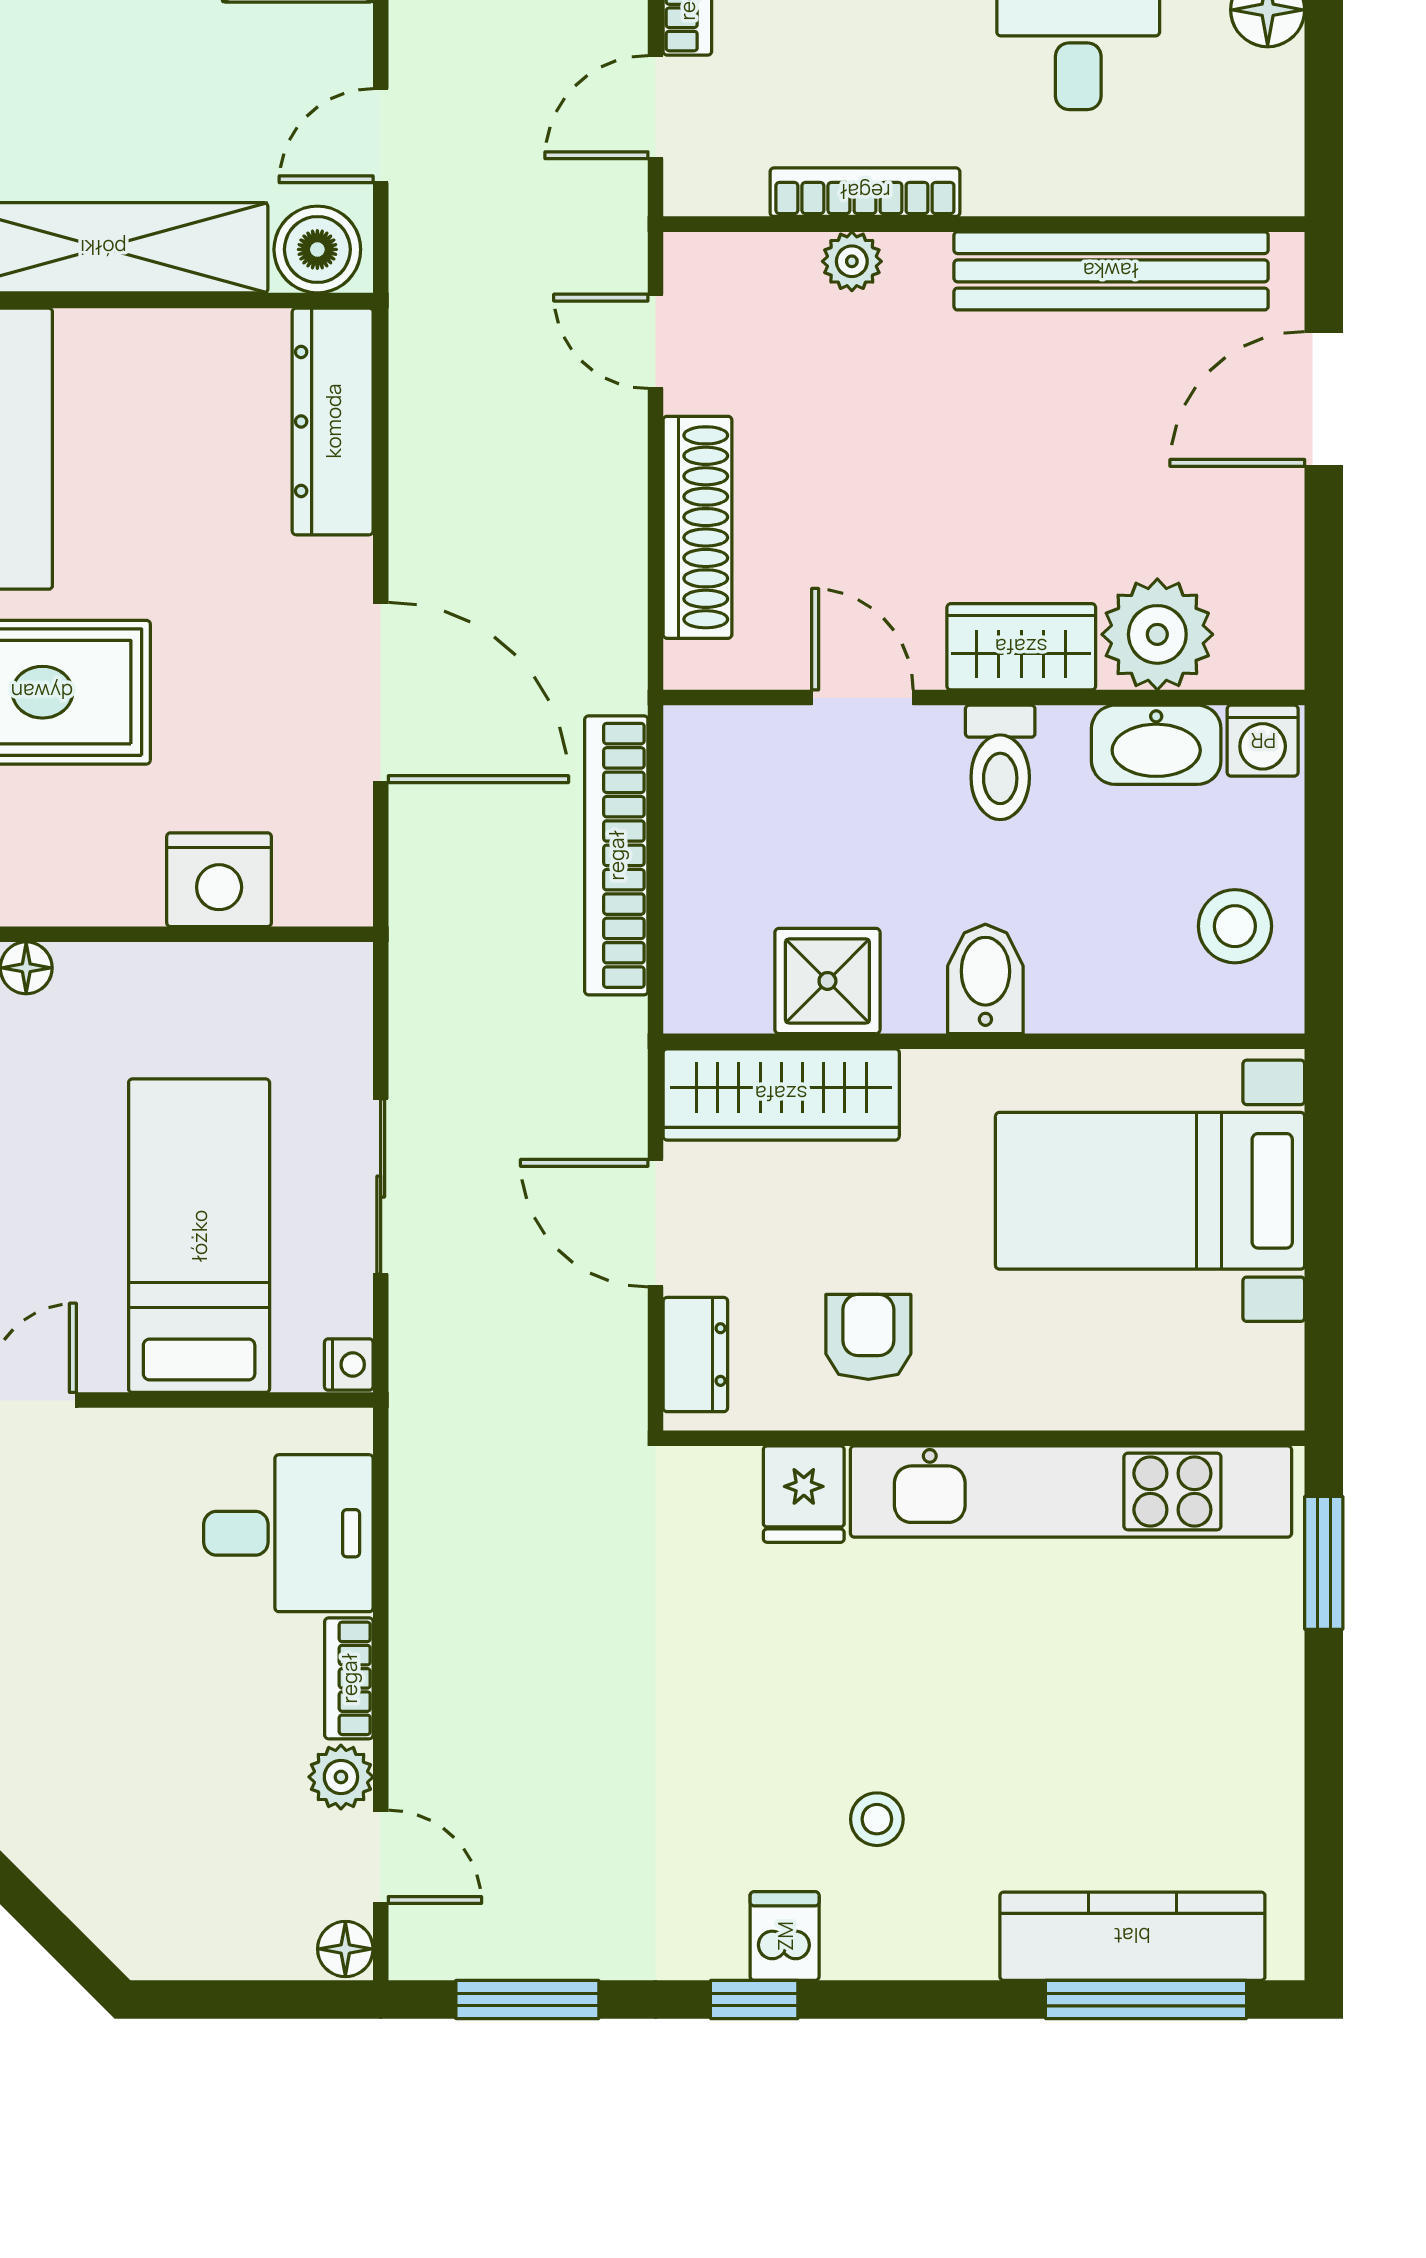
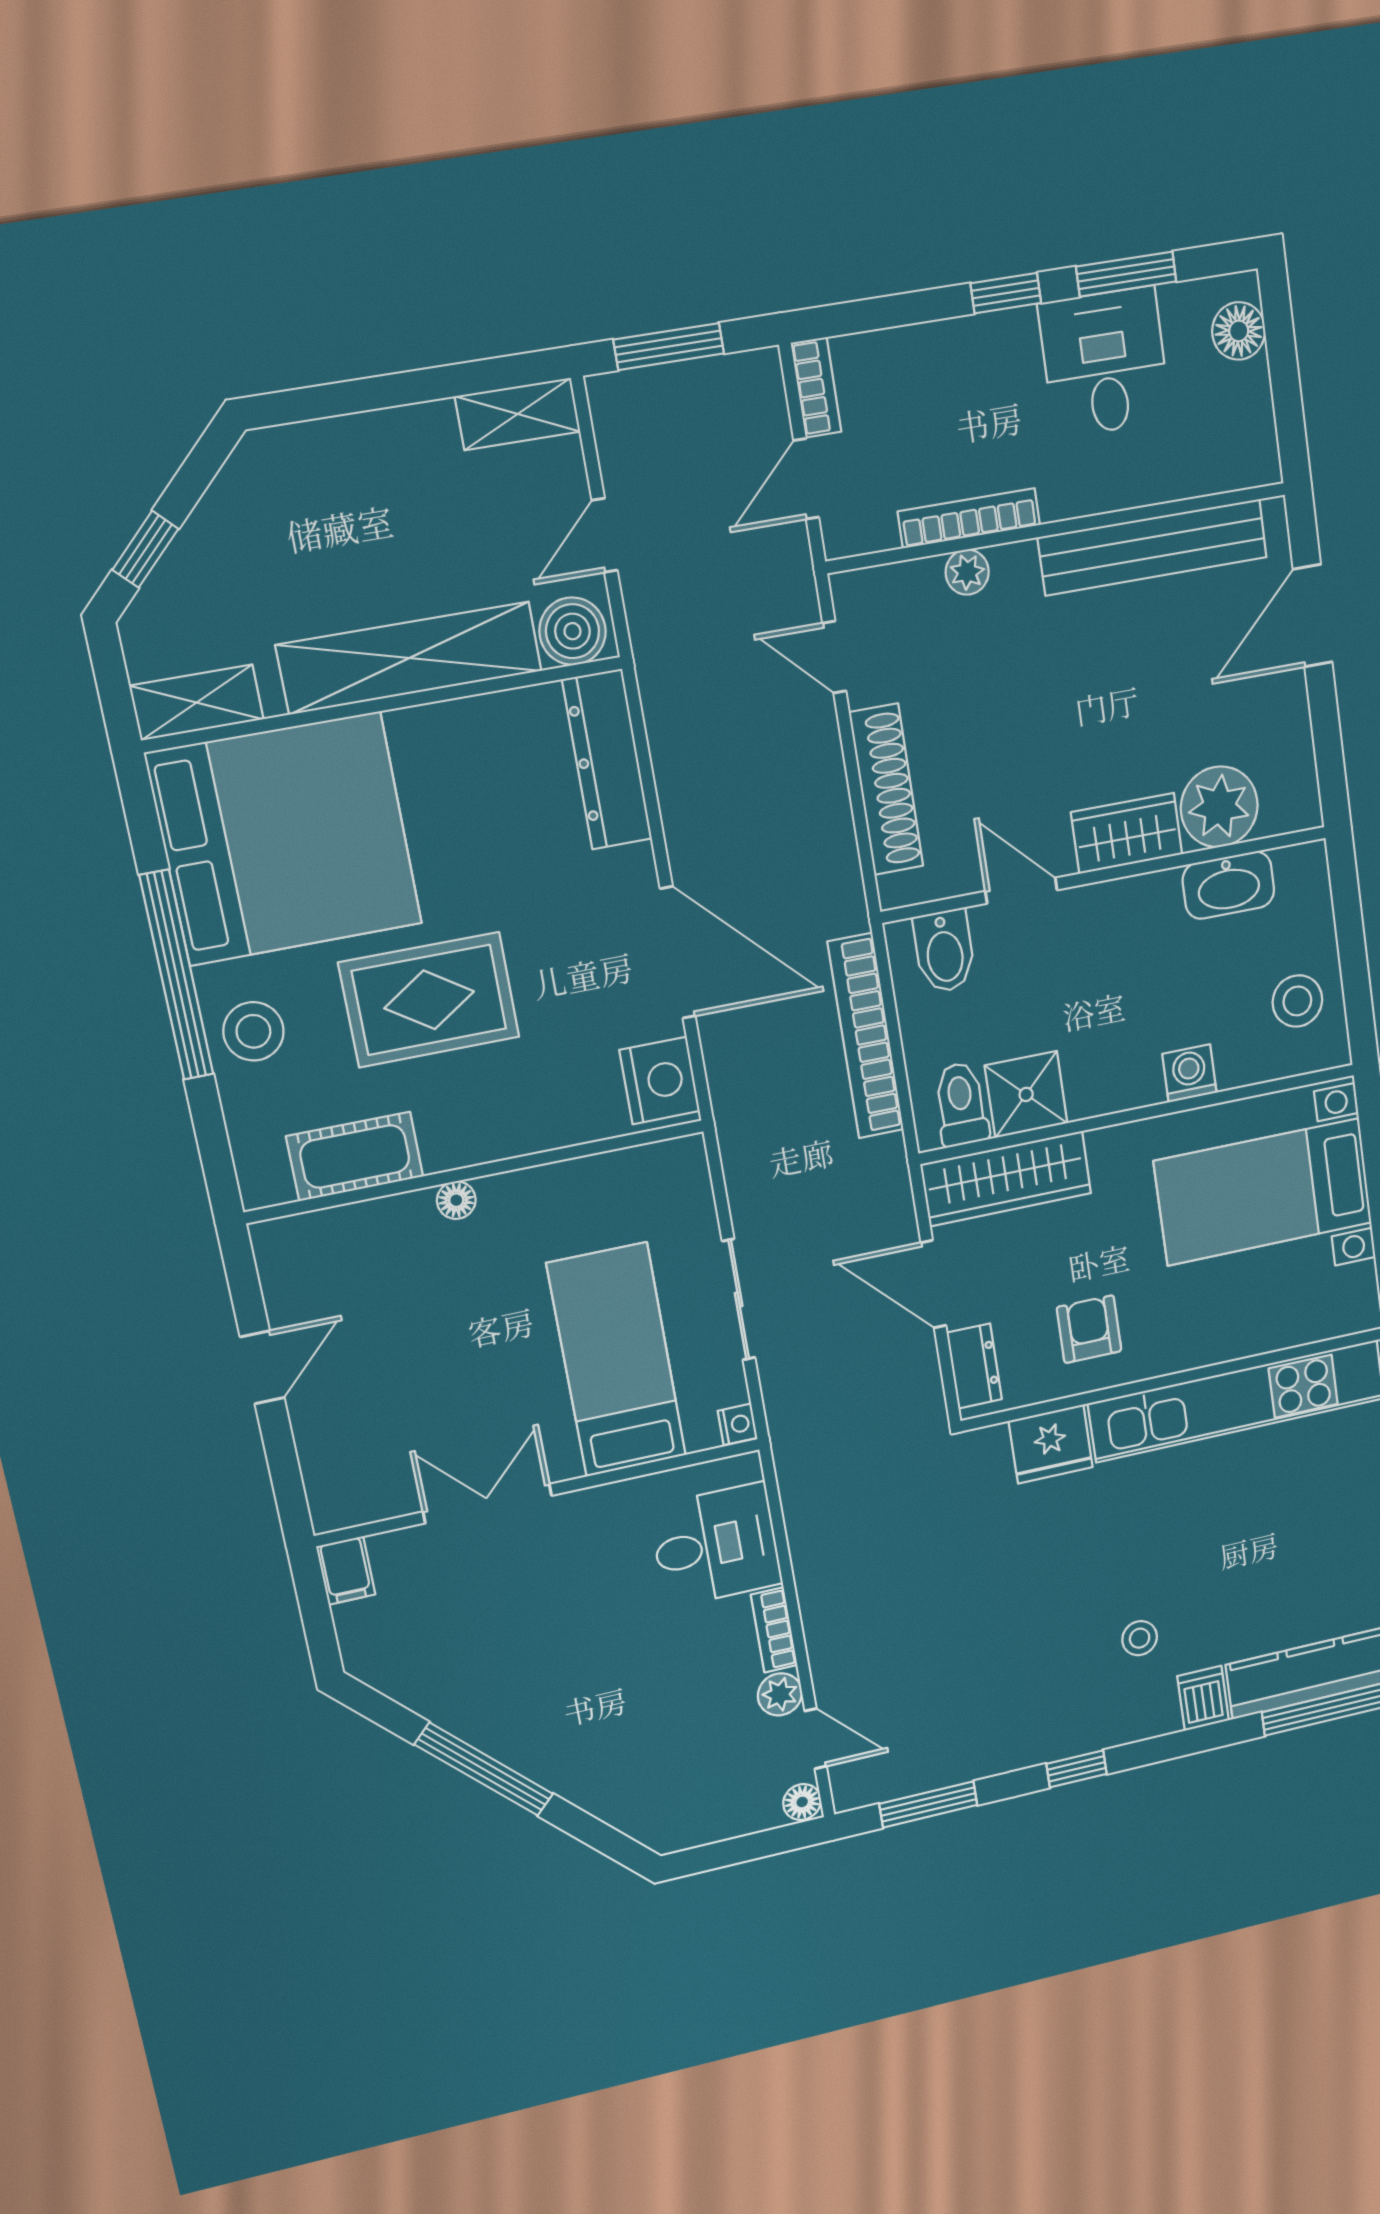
washing machine: (1263, 741) -> (1189, 1073), moved, turned 180
toilet: (1000, 762) -> (961, 1104), moved, turned 180
nightstand: (219, 880) -> (660, 1081), moved, turned -90
bidet: (985, 979) -> (944, 951), moved, turned 180
fridge: (804, 1494) -> (1051, 1444), width x1.38
dishwasher: (785, 1936) -> (1203, 1698), moved

